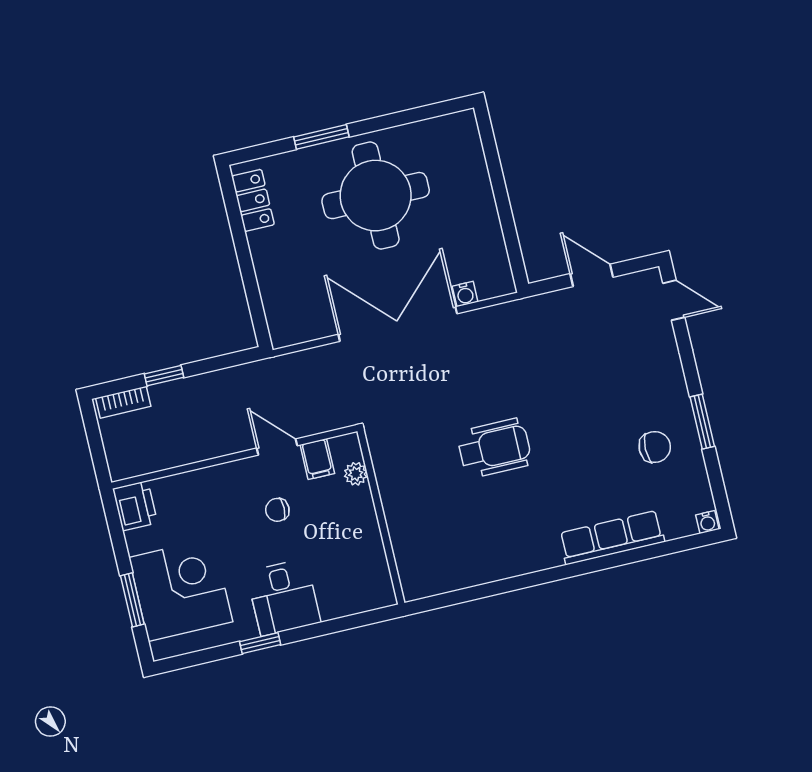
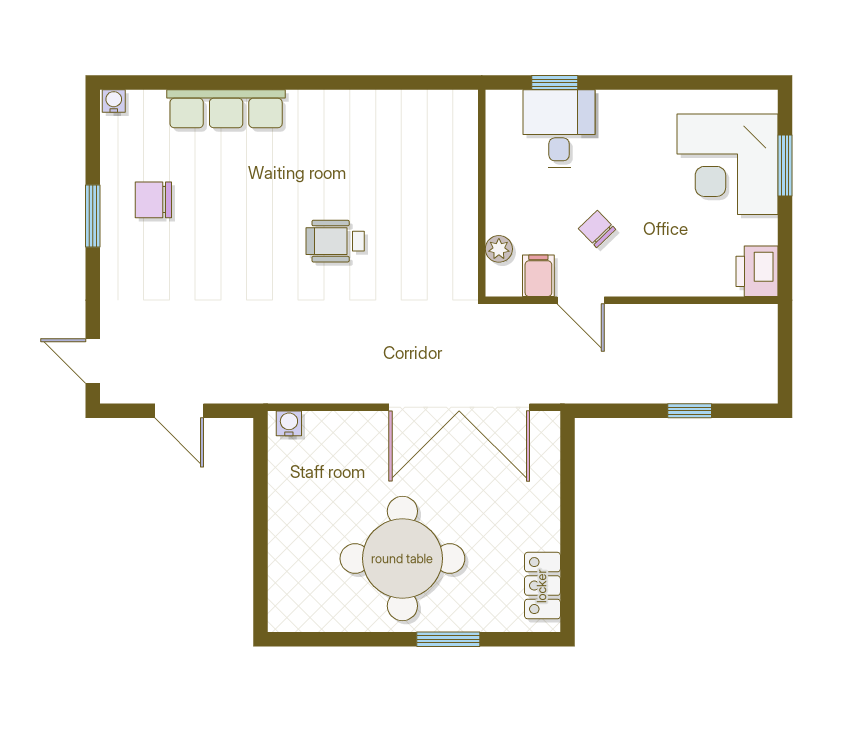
water cooler: (465, 294) -> (289, 423), moved
double door: (398, 324) -> (459, 407), moved
bookcase: (123, 402) -> (743, 392), removed
wheelchair: (494, 448) -> (335, 241), width x0.73, depth x0.73
chair: (277, 510) -> (597, 229), turned -134
desk: (283, 597) -> (559, 128), moved
window: (260, 643) -> (555, 83), moved

